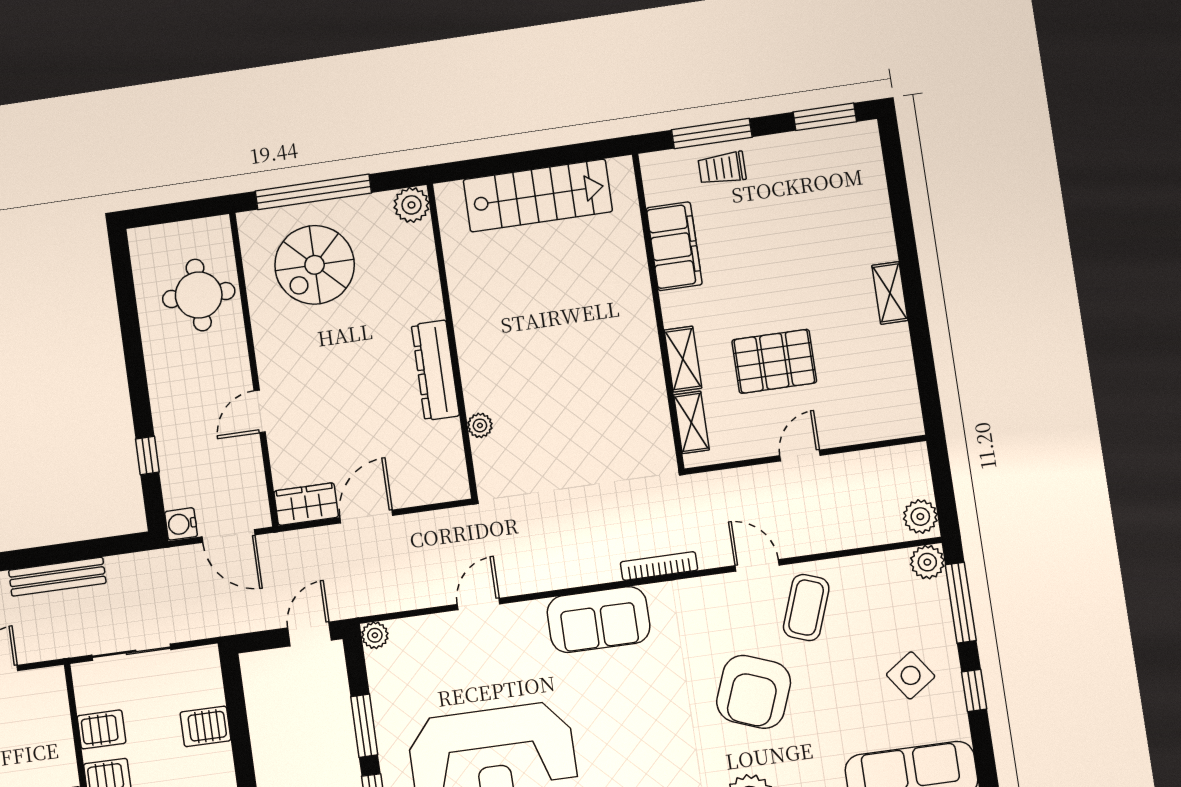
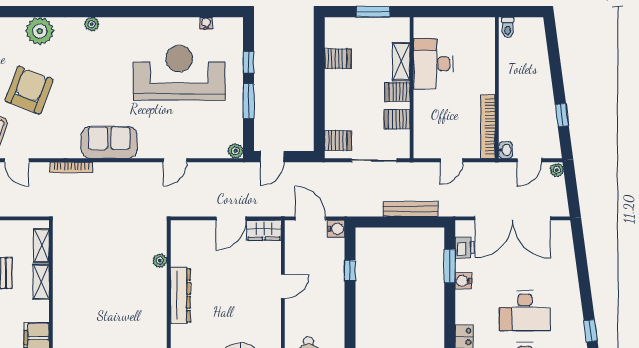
server rack: (205, 726) -> (338, 140), moved

